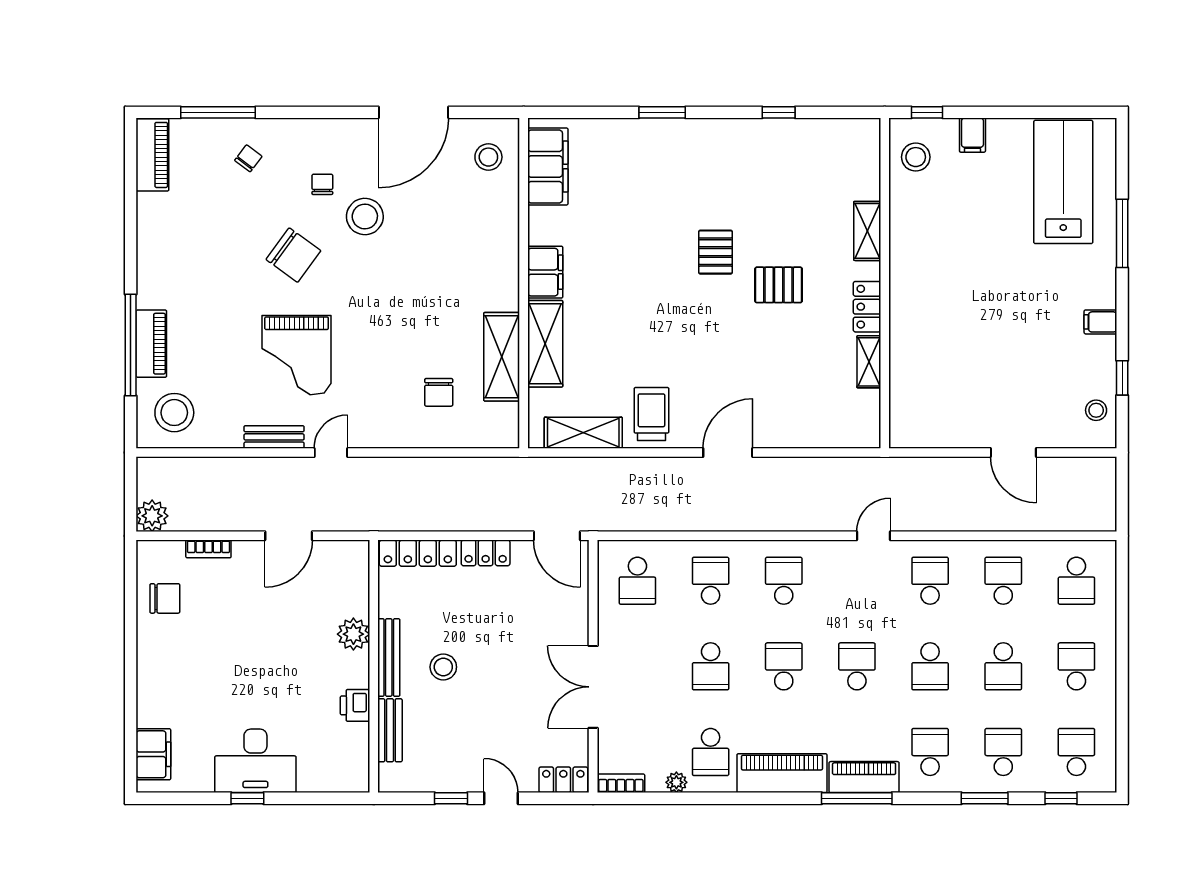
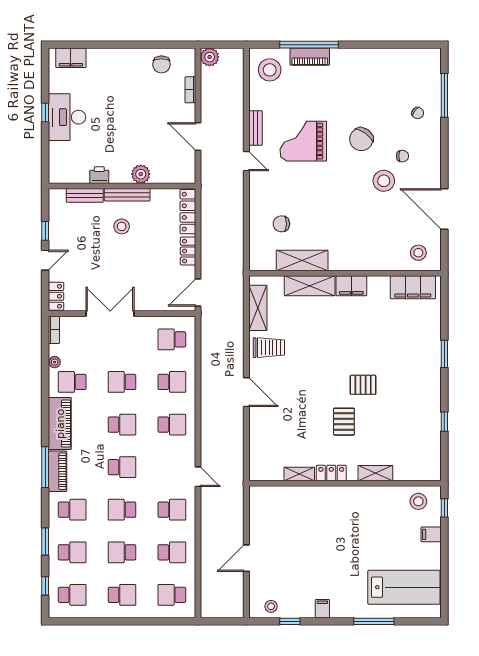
piano: (152, 155) -> (420, 57), removed

